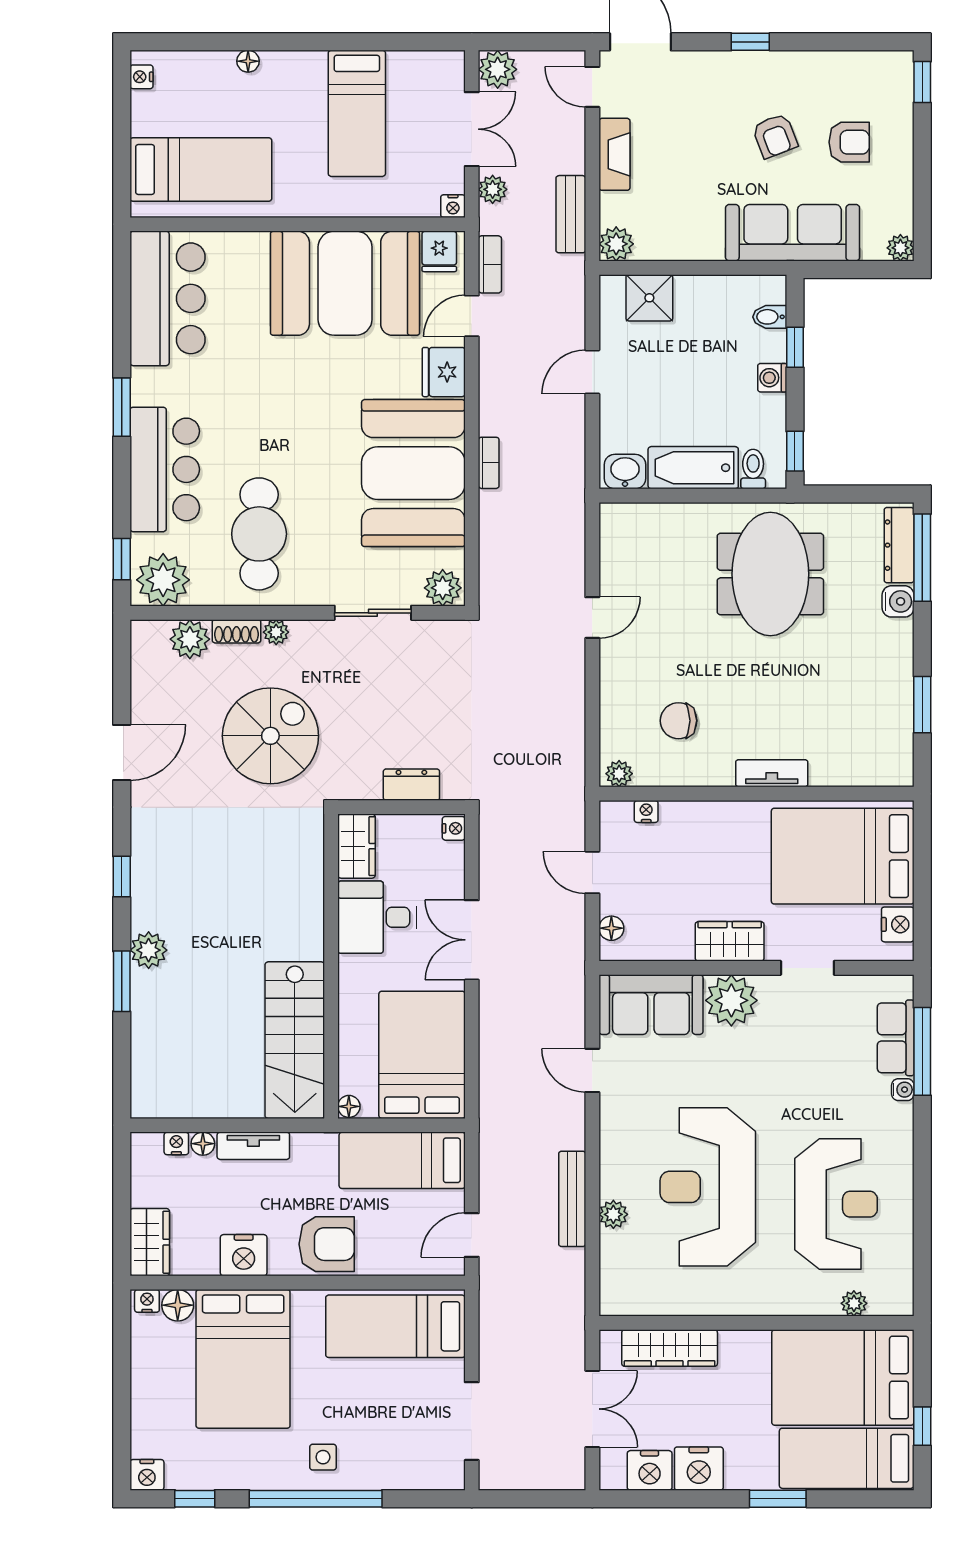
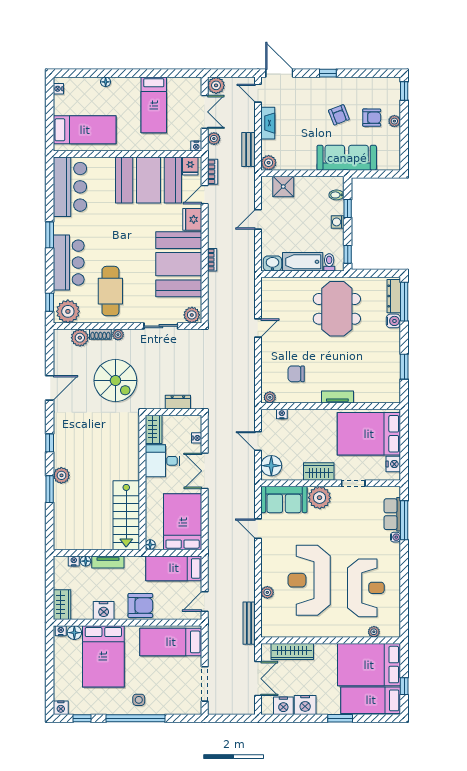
plant: (900, 248) -> (394, 121), moved
spiral stairs: (270, 736) -> (115, 380), turned 90
nightstand: (454, 828) -> (197, 438), moved
floor lamp: (611, 928) -> (271, 466), width x1.89, depth x1.89
bench: (572, 1199) -> (249, 623), moved

